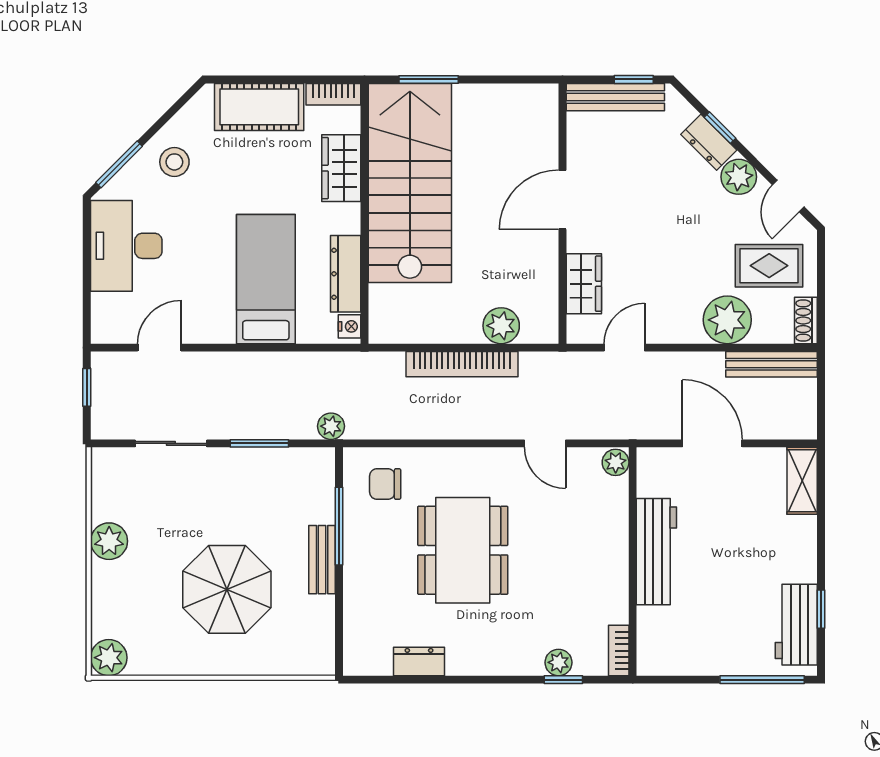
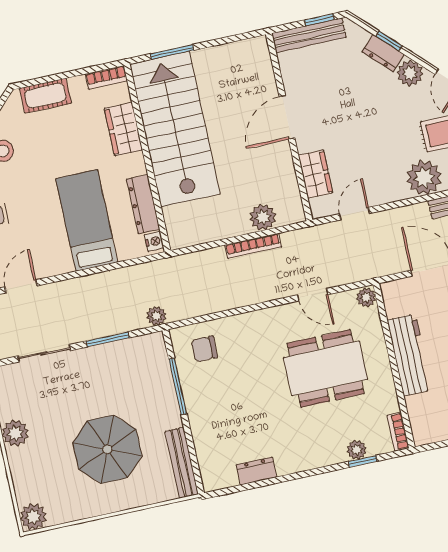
cot: (259, 107) -> (45, 96), width x0.73, depth x0.75
bookcase: (462, 364) -> (253, 246), width x0.68, depth x0.76
dining table: (463, 550) -> (326, 368), moved, turned 90
bench: (322, 560) -> (182, 463), moved, width x1.36

